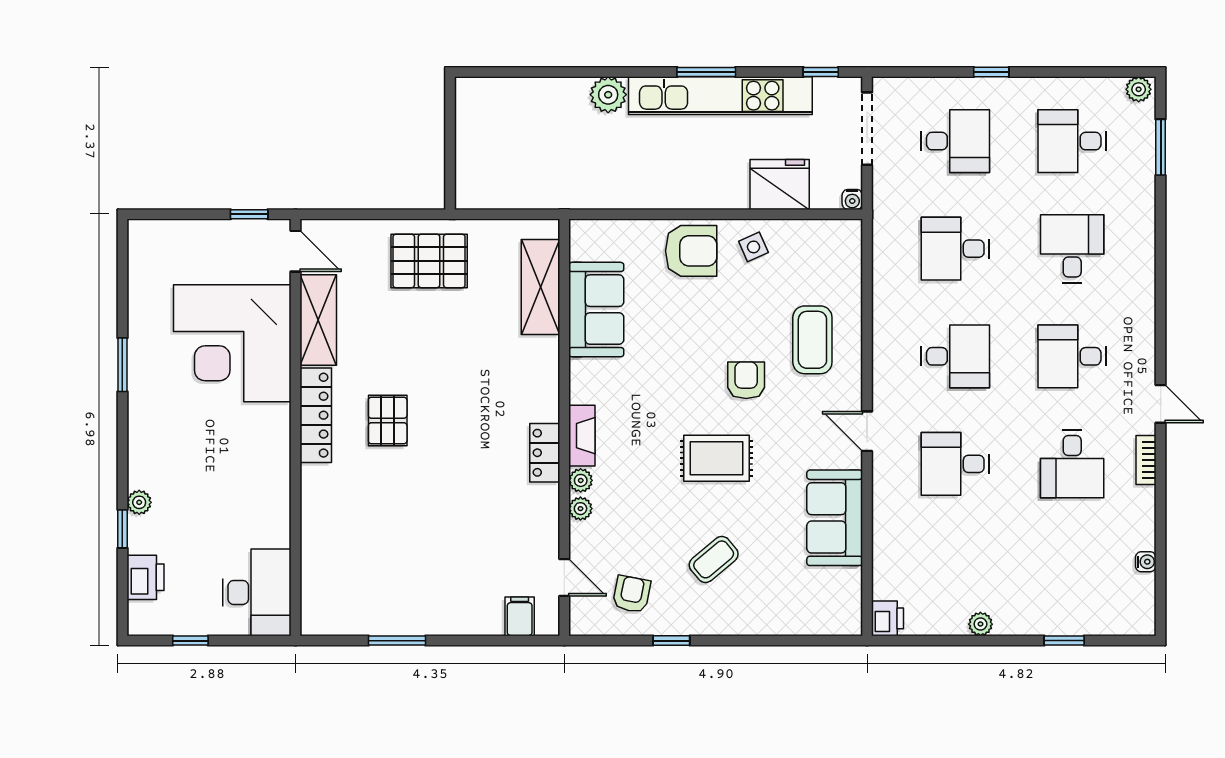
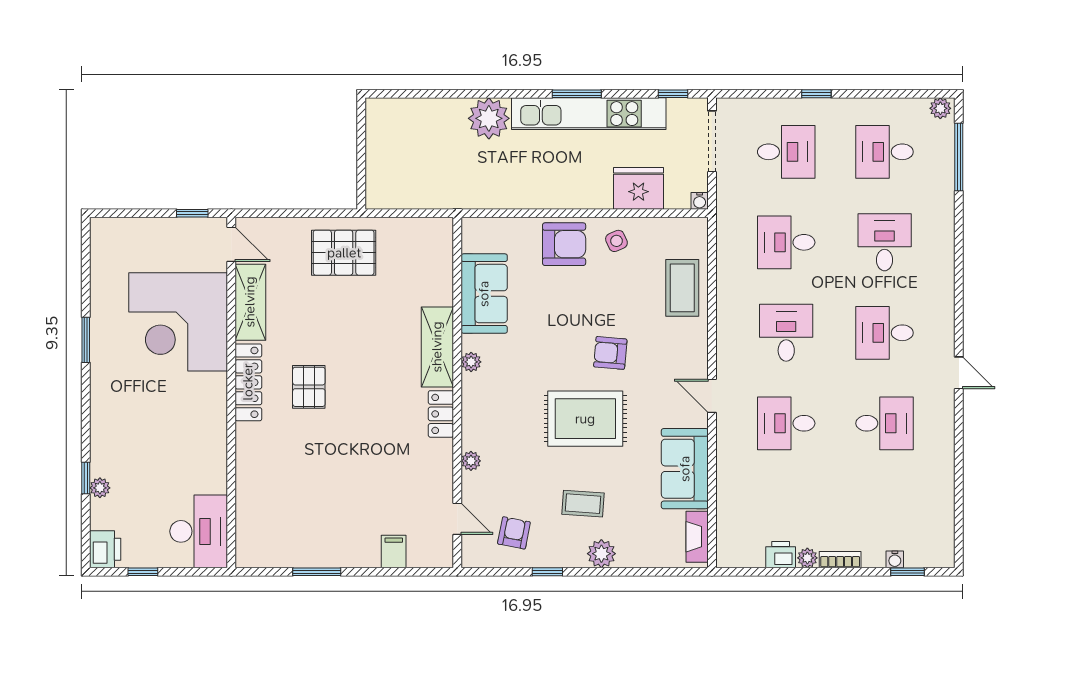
plant: (608, 95) -> (489, 118), width x1.36, depth x1.36
window: (1161, 147) -> (959, 157), width x1.44
shelving: (541, 287) -> (437, 347), moved
coffee table: (812, 340) -> (682, 288), moved
desk: (955, 356) -> (786, 333), turned -90
armchair: (746, 380) -> (610, 353), turned -85
fireplace: (582, 436) -> (697, 537), moved, turned 180
rug: (716, 458) -> (585, 419), width x1.36, depth x1.43
bookcase: (1146, 460) -> (840, 560), moved, turned 90
desk: (1072, 464) -> (885, 423), turned -90
plant: (581, 480) -> (471, 362), moved
plant: (139, 502) -> (100, 488), moved
coffee table: (714, 559) -> (583, 504), turned 44
water cooler: (1146, 562) -> (895, 559), moved, turned 90
printer: (145, 577) -> (105, 549), moved
filing cabinet: (520, 616) -> (394, 552), moved
printer: (887, 618) -> (781, 555), moved, turned -90
plant: (736, 619) -> (601, 554), added
window: (1064, 641) -> (907, 572), moved

